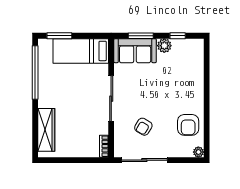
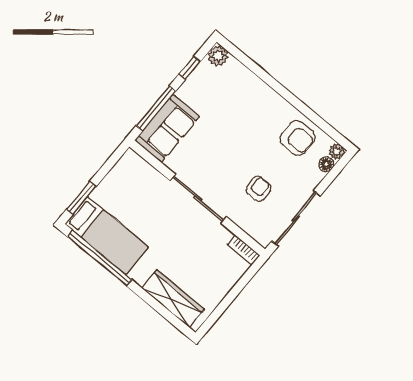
window: (141, 36) -> (156, 108), width x1.44
plant: (164, 46) -> (218, 56), moved
bed: (81, 51) -> (107, 236), moved, turned -90
armchair: (143, 127) -> (258, 189), turned -122
floor lamp: (187, 152) -> (326, 164), added

